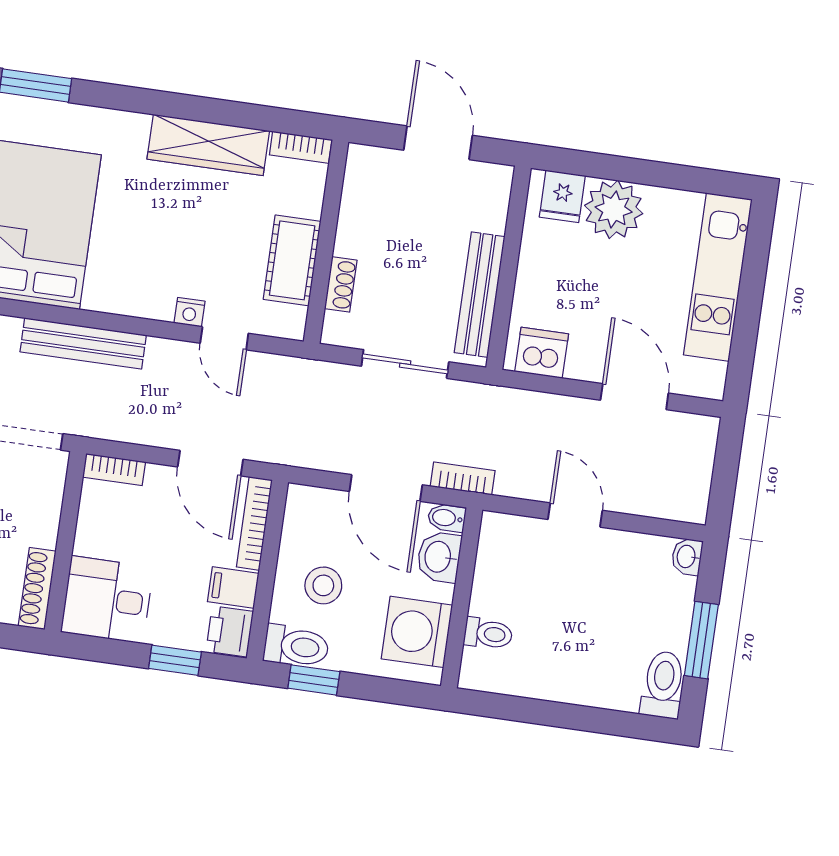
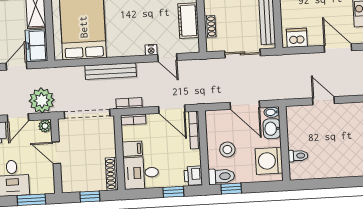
bookcase: (463, 479) -> (129, 103), moved
filing cabinet: (233, 588) -> (132, 149), moved, turned 180

